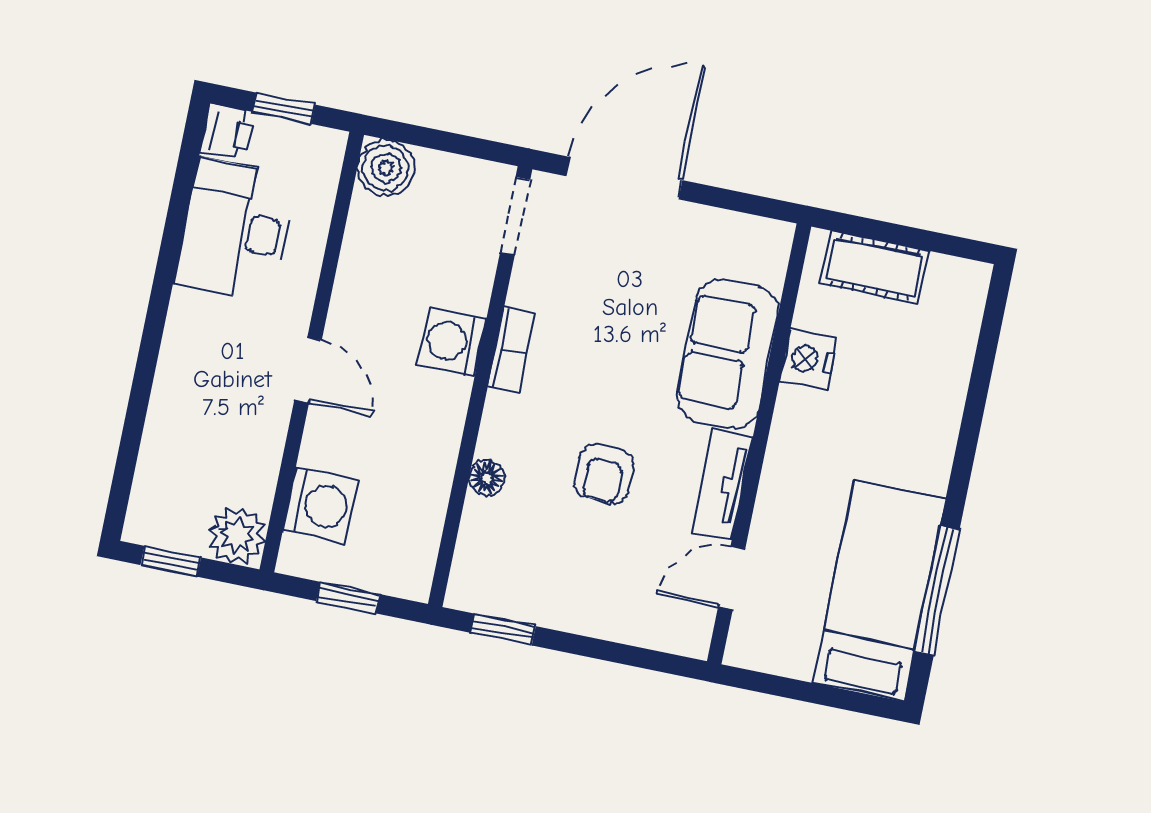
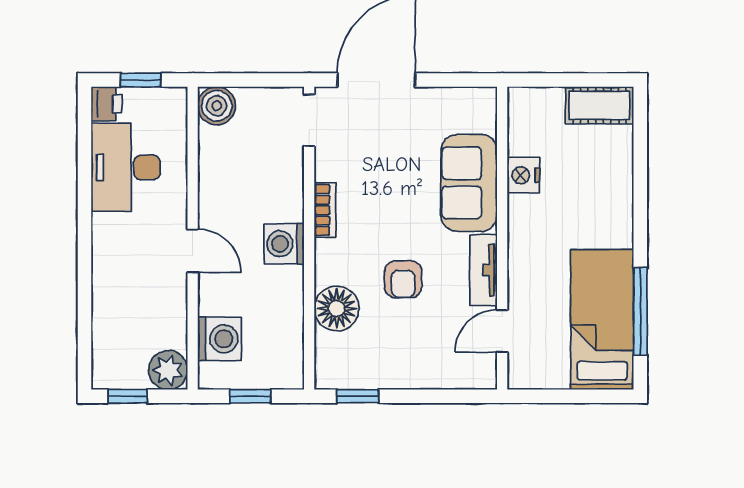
cot: (875, 268) -> (600, 105), moved
washing machine: (451, 342) -> (284, 244), moved
floor lamp: (487, 478) -> (337, 308), width x1.89, depth x1.89

